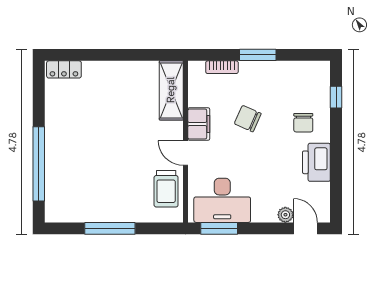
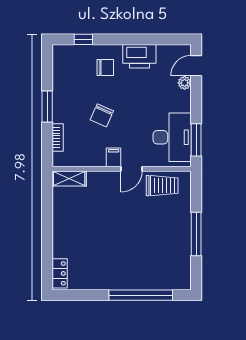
shelving: (171, 90) -> (69, 179), width x0.67, depth x0.75
filing cabinet: (199, 124) -> (114, 157), width x0.50

